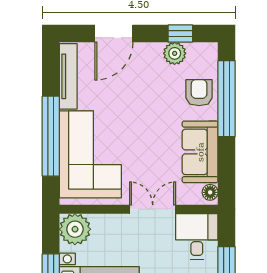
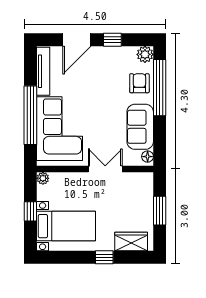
window: (180, 34) -> (112, 40), moved
plant: (175, 53) -> (145, 54), moved
plant: (75, 229) -> (43, 178), width x0.53, depth x0.53
desk: (197, 236) -> (138, 189), removed

